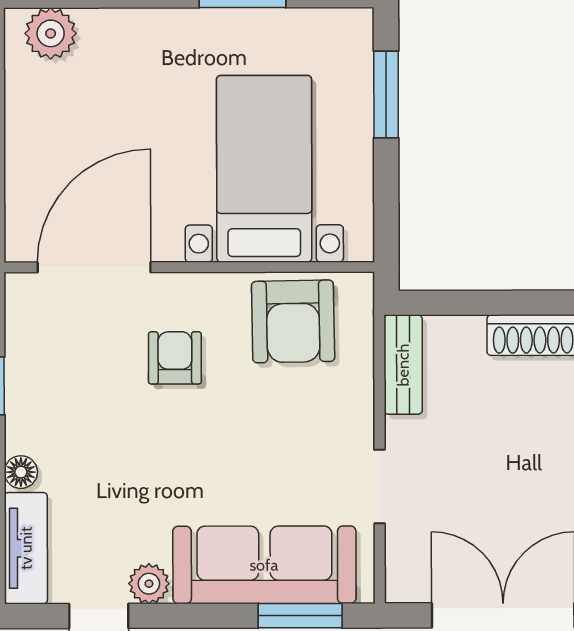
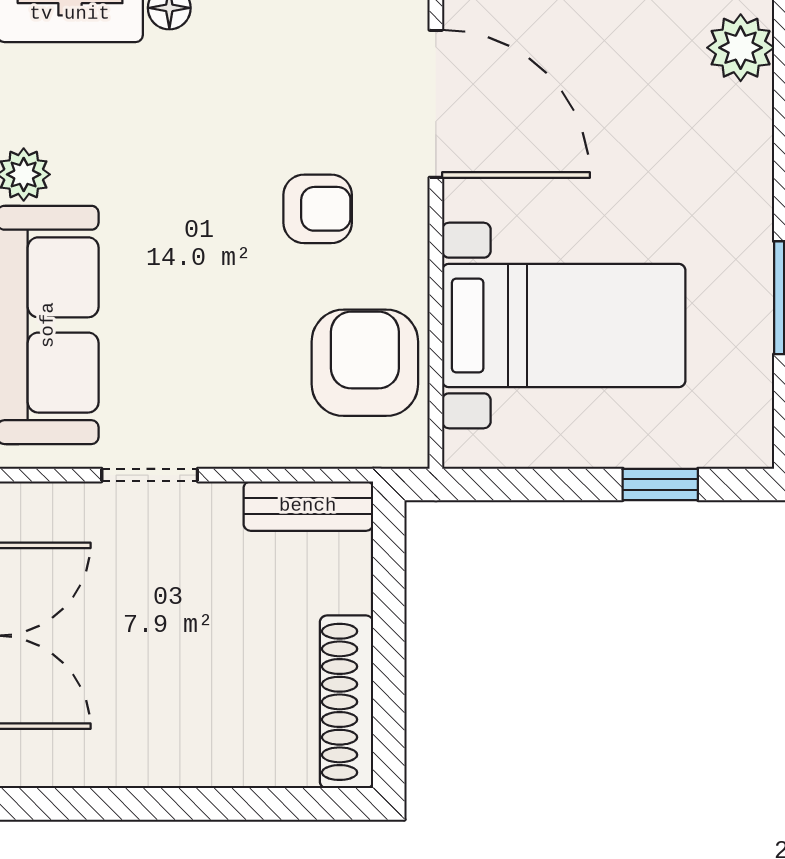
window: (386, 94) -> (660, 484), width x0.67
armchair: (293, 321) -> (365, 363), turned 91

